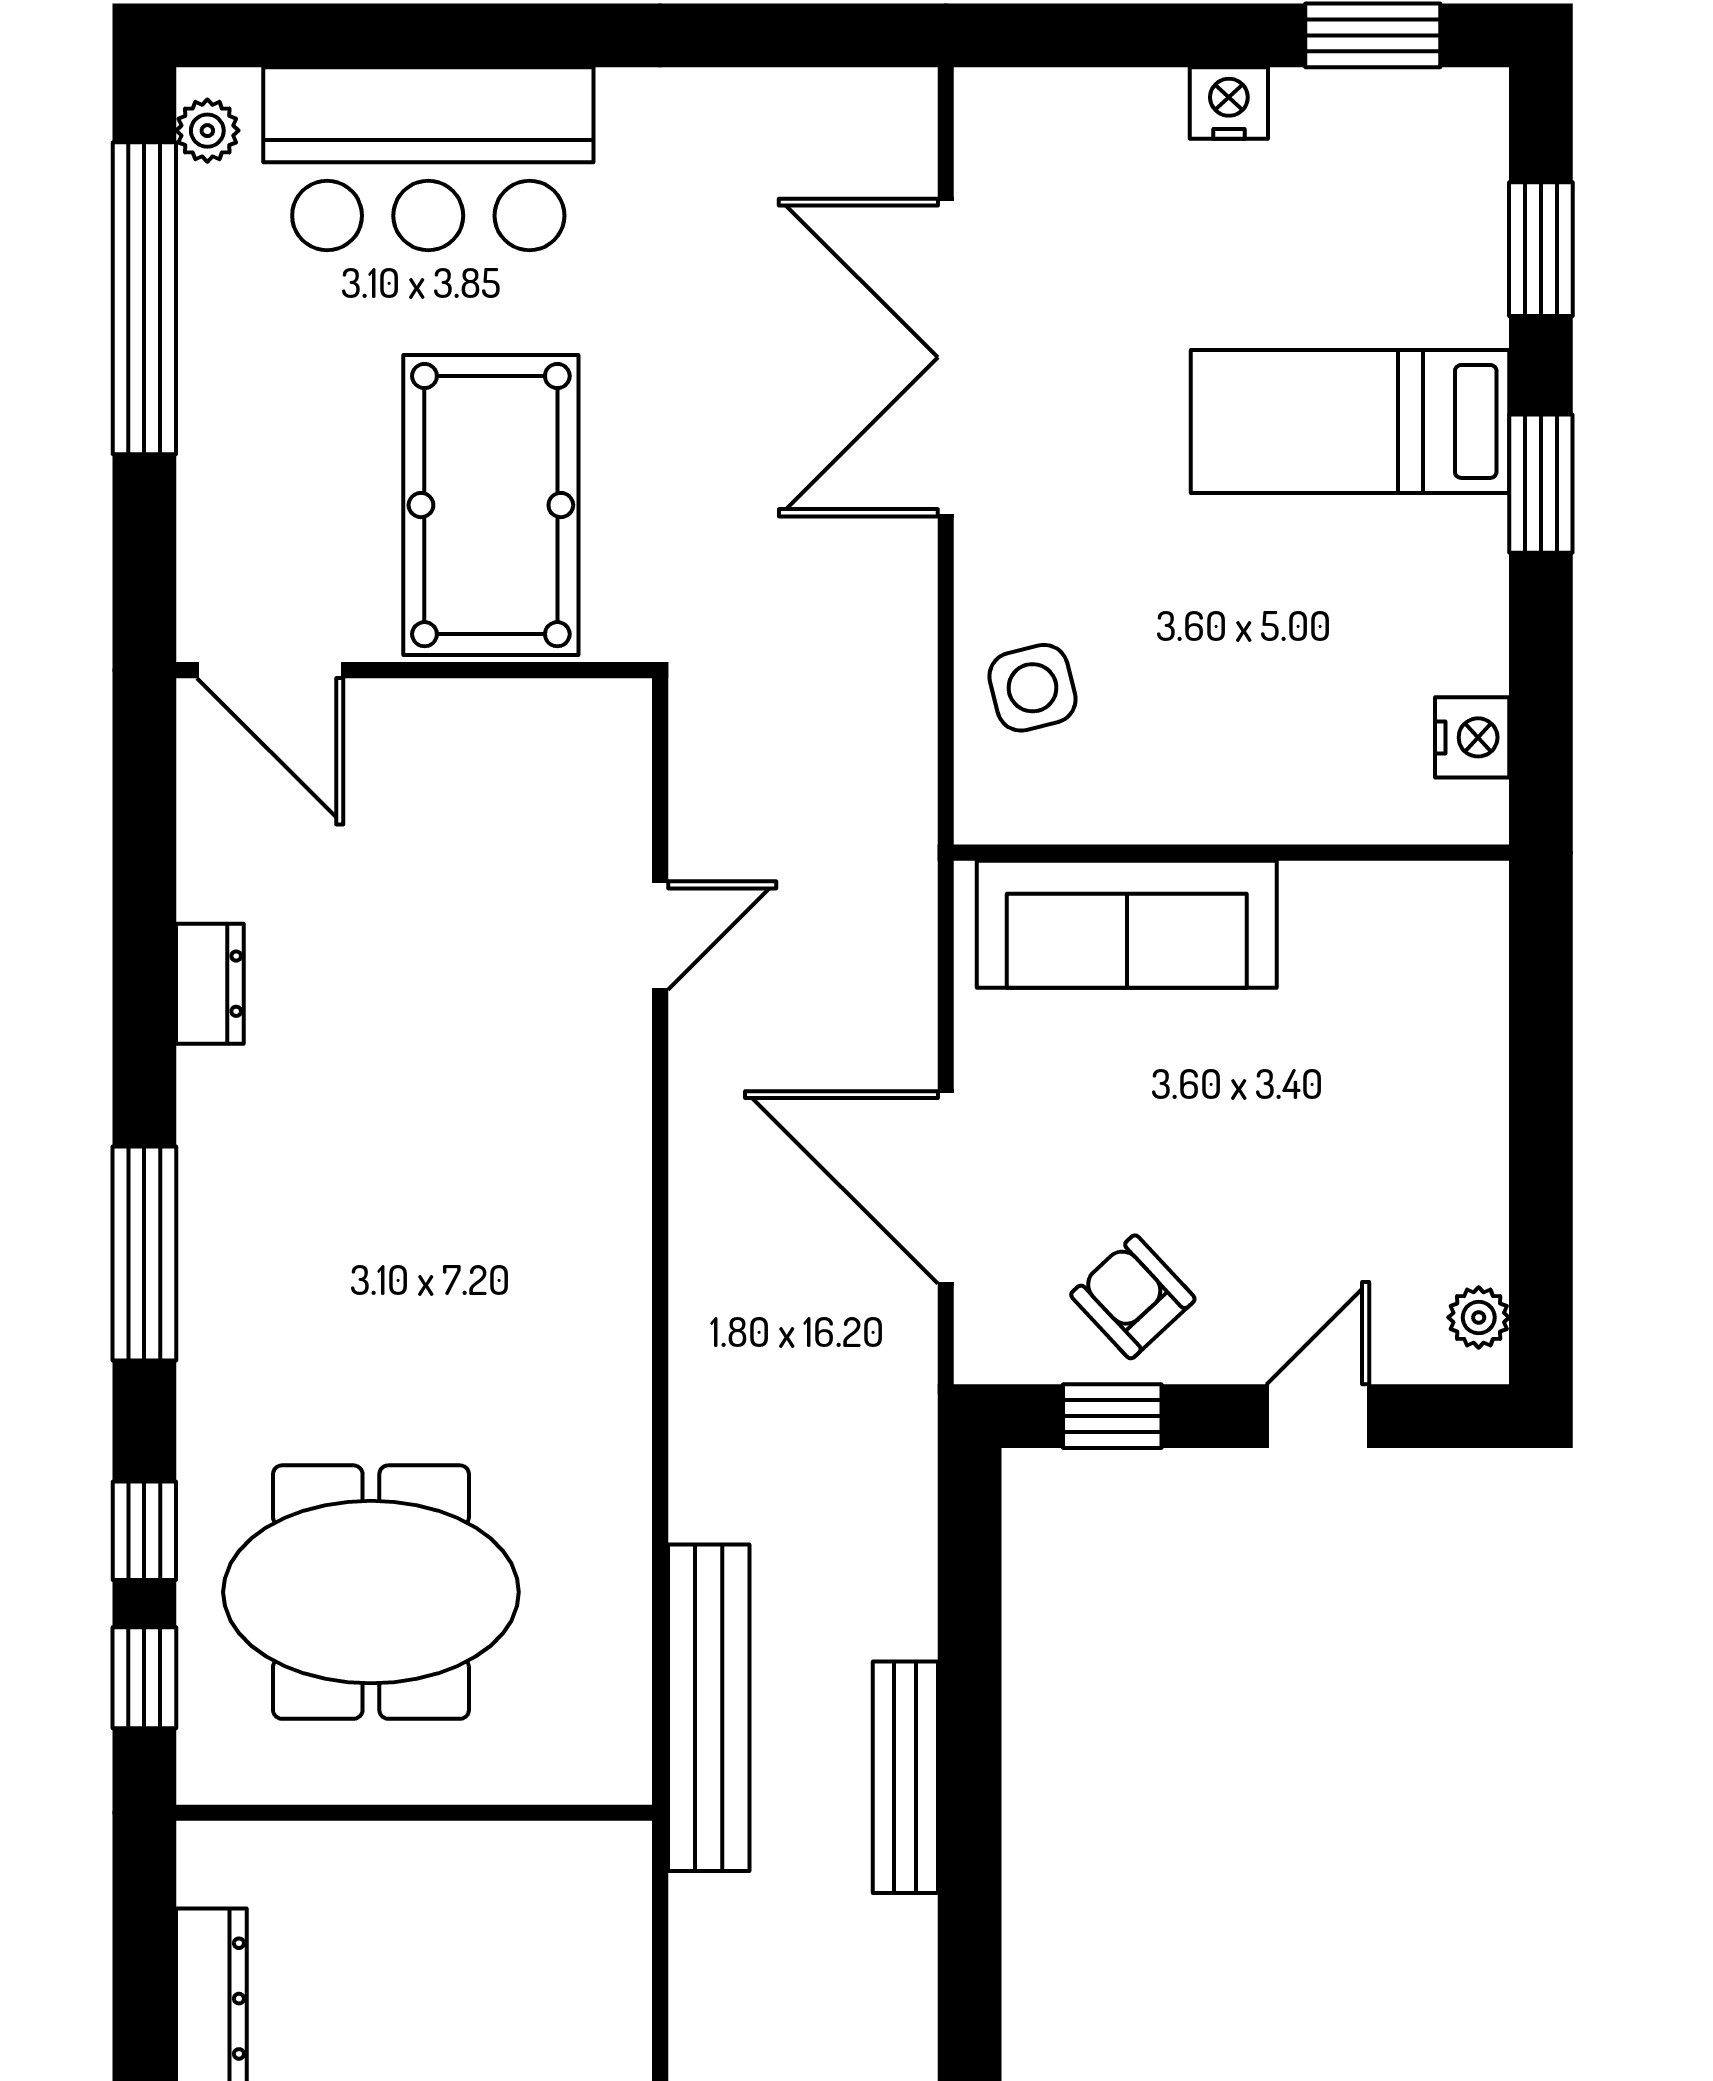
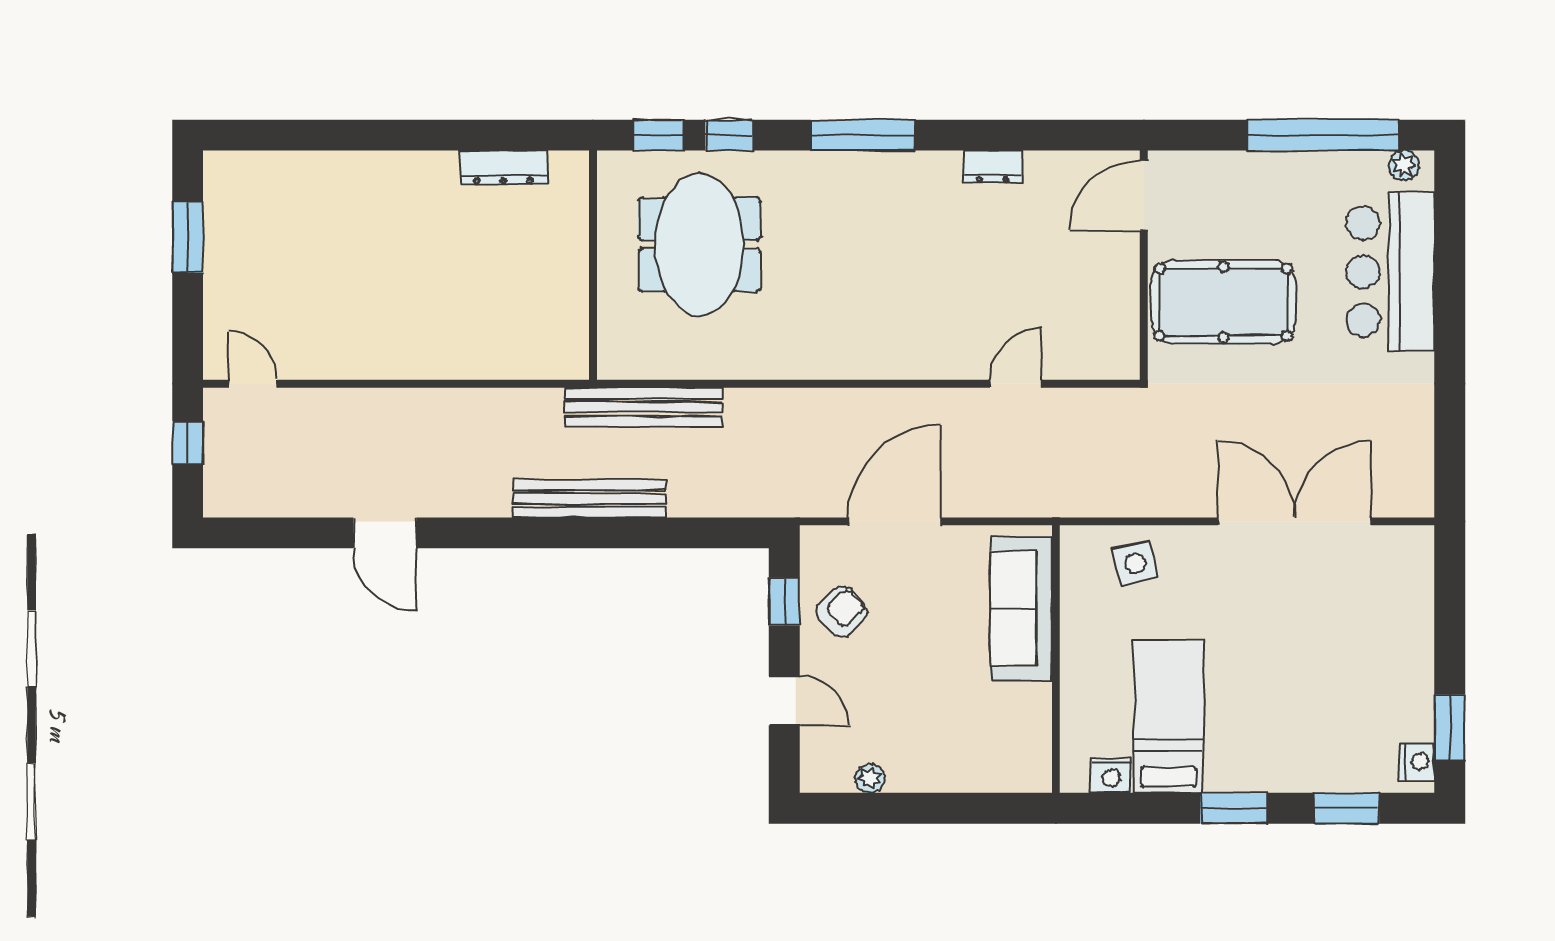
nightstand: (1229, 103) -> (1417, 761), moved
bed: (1350, 421) -> (1168, 716), moved
door: (660, 935) -> (1016, 384), swing flipped
plant: (1479, 1317) -> (870, 778), moved
bench: (905, 1777) -> (590, 499), width x1.37, depth x1.21

